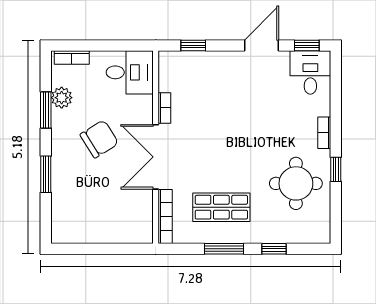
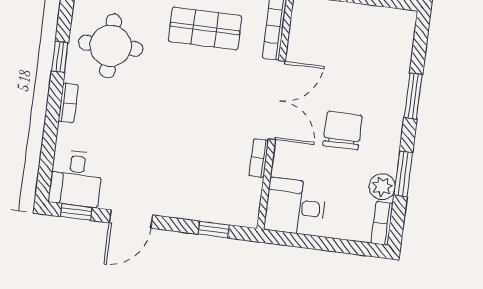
bookcase: (72, 58) -> (382, 223), moved, turned -90
chair: (99, 139) -> (343, 131), turned 122

